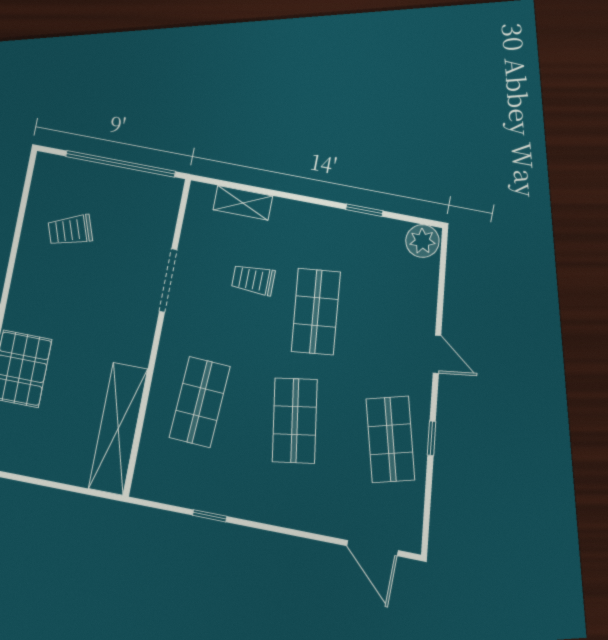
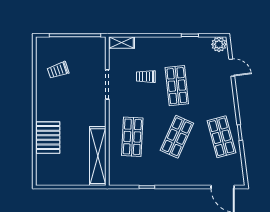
shelving: (243, 203) -> (121, 43), moved
door: (437, 354) -> (232, 68), moved
shop shelf: (295, 421) -> (177, 137), turned 33

